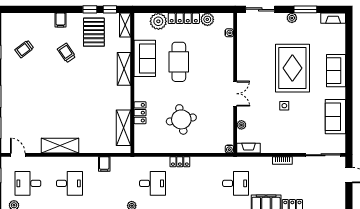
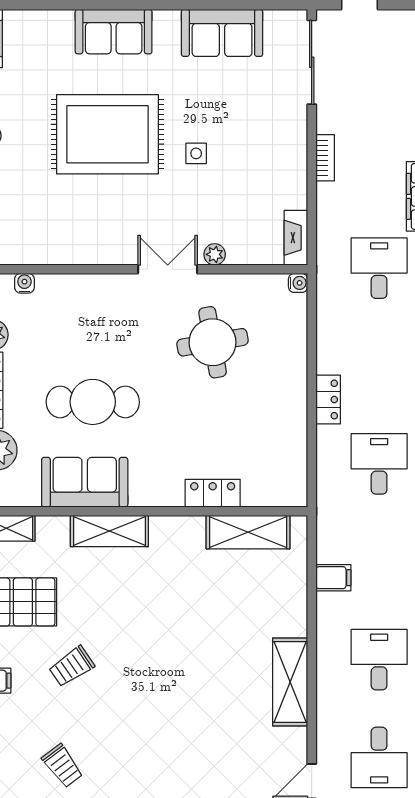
round table: (181, 119) -> (213, 342), moved
plant: (241, 125) -> (215, 254), moved

